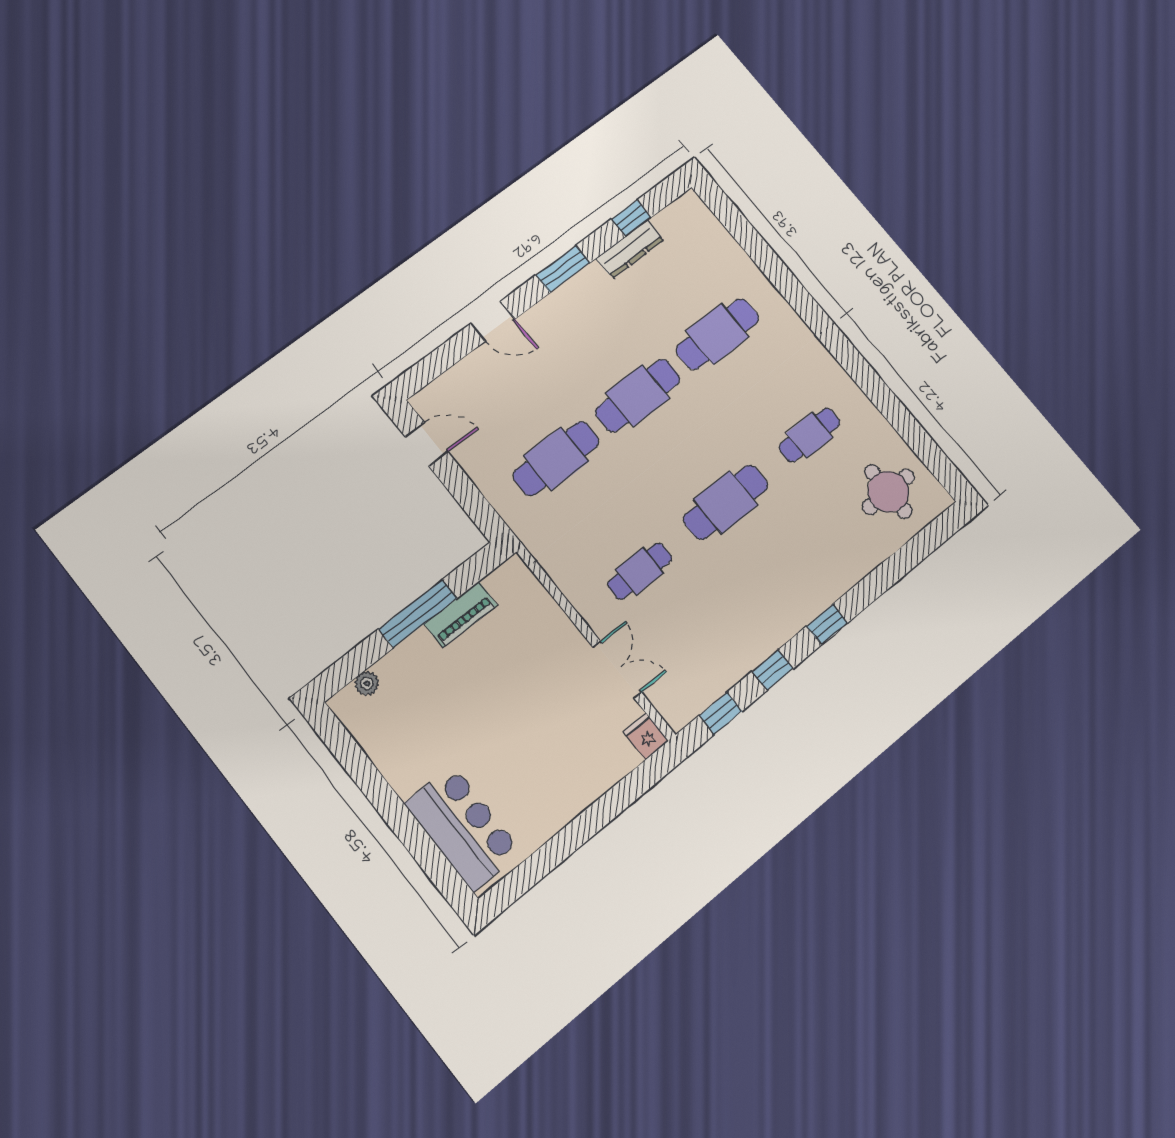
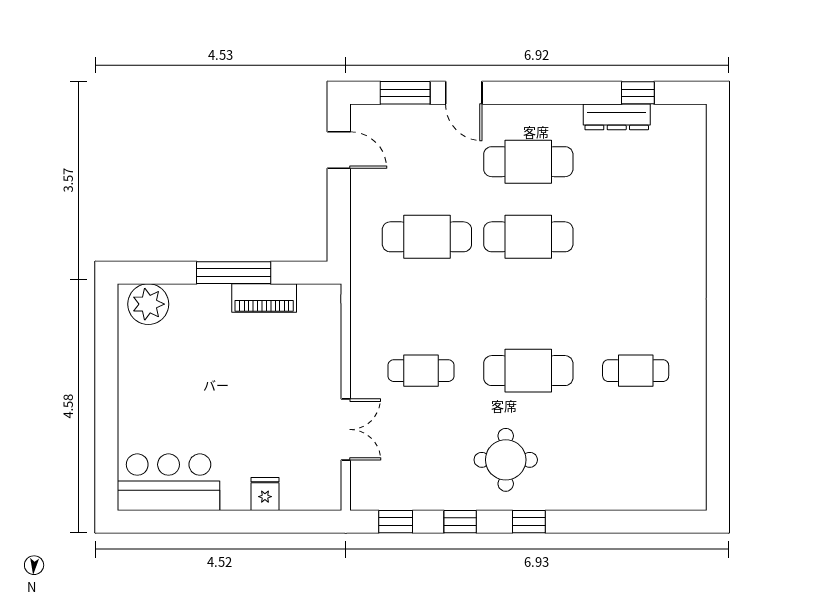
window: (563, 269) -> (405, 93), moved
cafe table: (717, 334) -> (528, 162), moved
round table: (888, 492) -> (506, 460), moved
plant: (367, 683) -> (148, 304), width x1.87, depth x1.87
fridge: (646, 736) -> (265, 494), moved
bar counter: (463, 828) -> (169, 482), moved, turned -90

